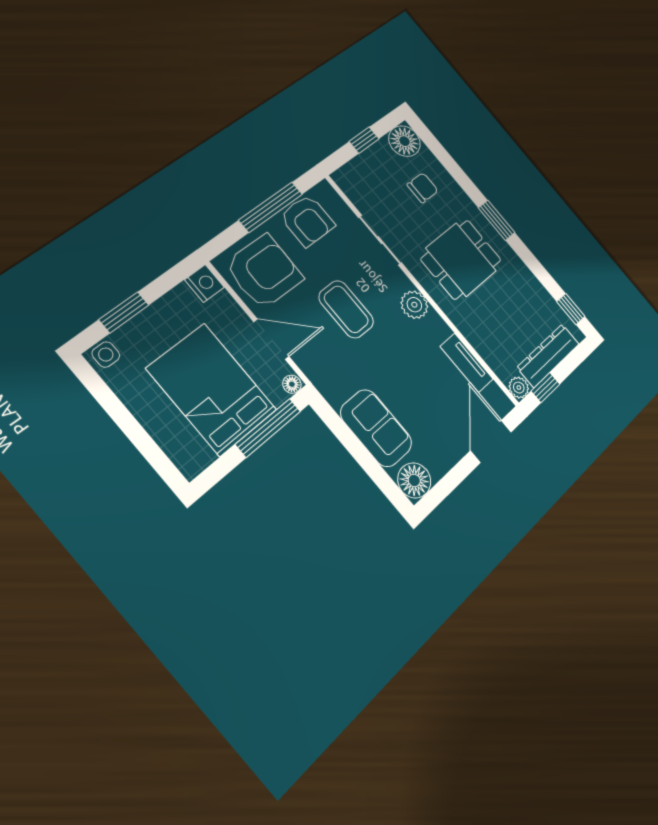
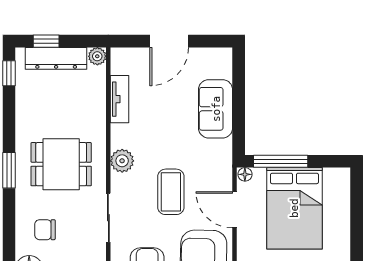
window: (545, 388) -> (46, 41), moved
door: (491, 441) -> (169, 41), moved
floor lamp: (414, 480) -> (219, 61), removed

